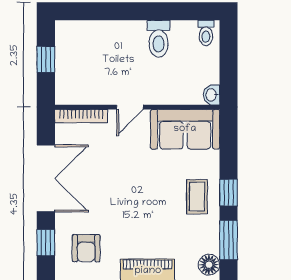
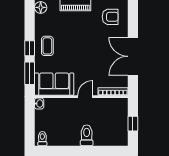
toilet: (159, 39) -> (87, 135), moved
window: (228, 240) -> (30, 73), moved
window: (46, 243) -> (133, 20), removed
armchair: (86, 248) -> (110, 17), turned 90

